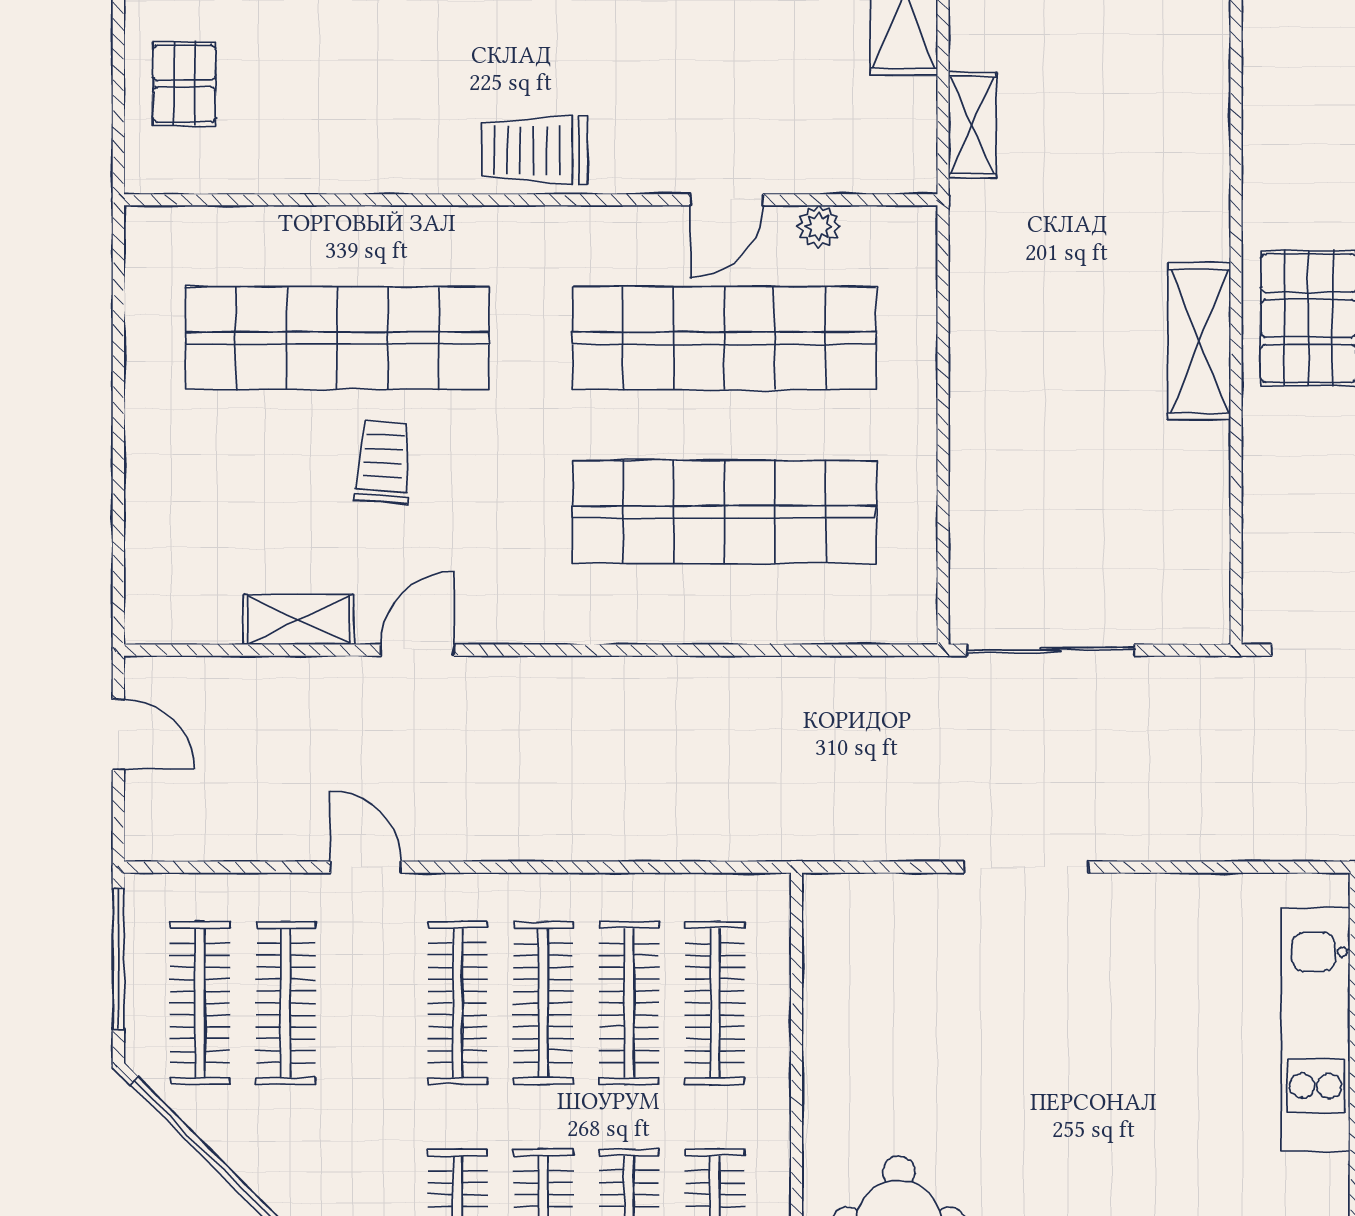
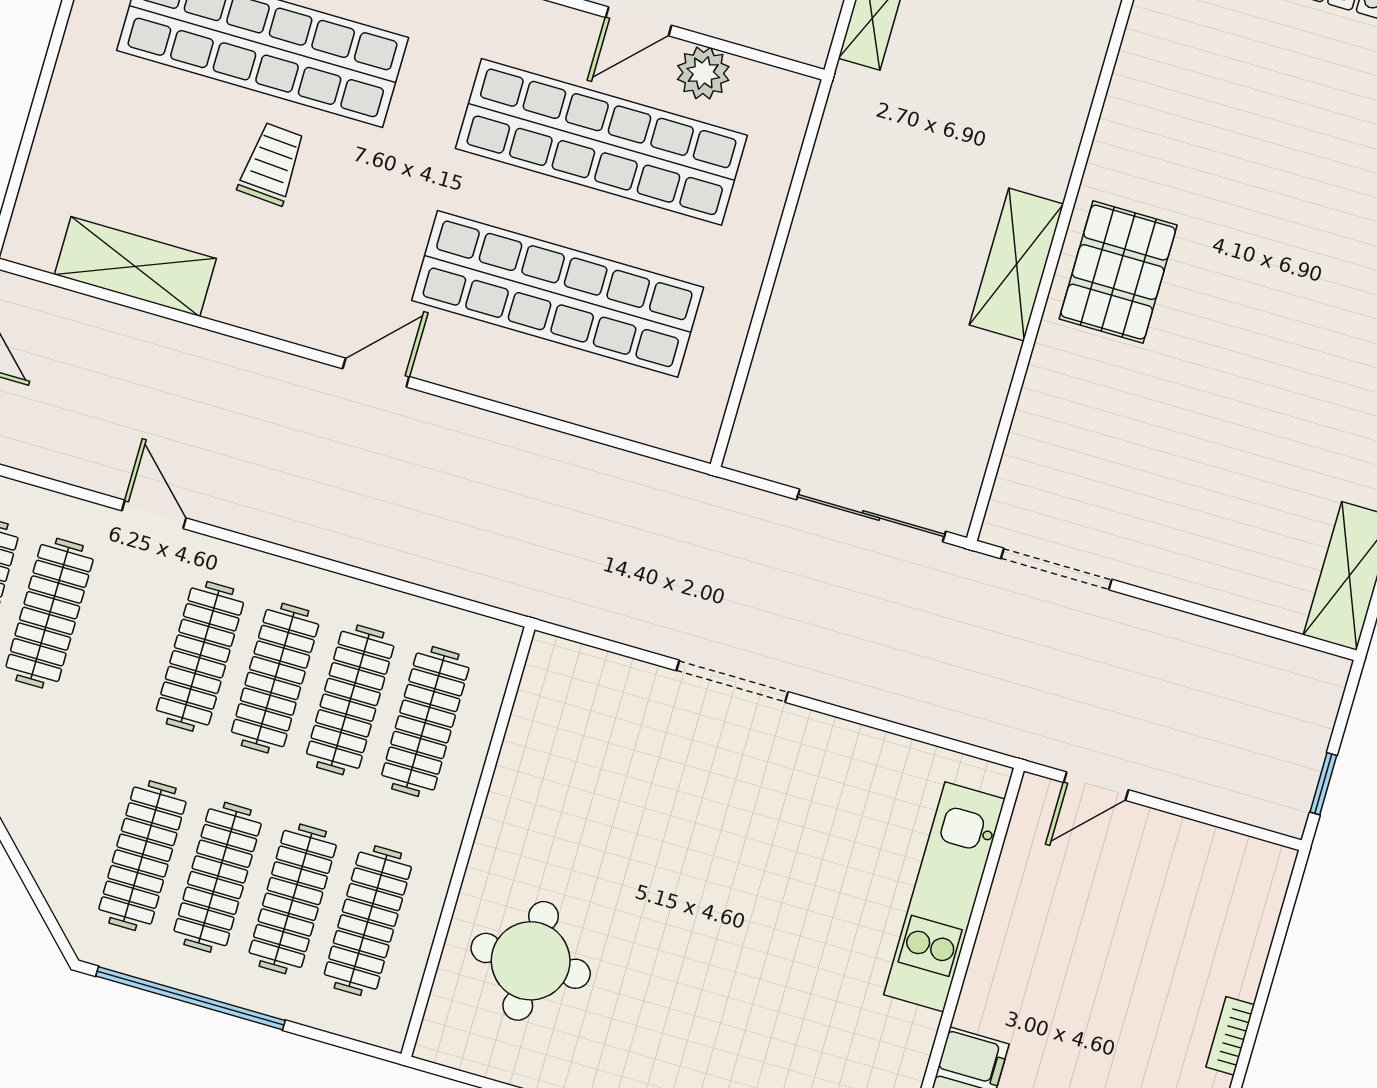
plant: (819, 227) -> (703, 73), width x1.38, depth x1.38
shelving: (298, 620) -> (135, 267), width x1.50, depth x1.33
door: (417, 650) -> (376, 373), moved
sliding door: (1051, 650) -> (871, 516), moved

